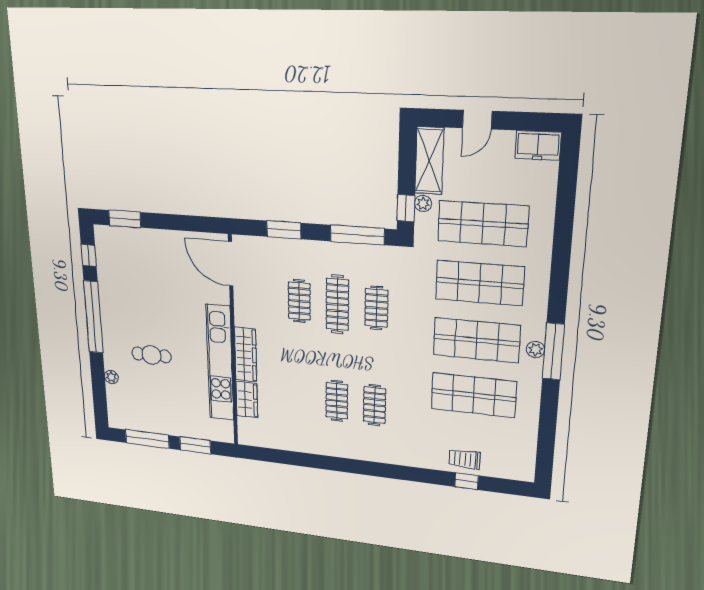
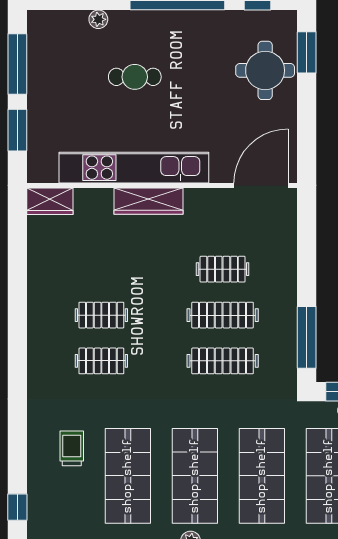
window: (284, 230) -> (307, 251), removed
round table: (141, 253) -> (265, 70), added
clothes rail: (376, 308) -> (223, 361), width x1.36
cafe table: (151, 355) -> (135, 77), turned 90
wardrobe: (247, 400) -> (50, 201), moved
trolley: (465, 459) -> (72, 448), moved
window: (467, 481) -> (17, 507), moved

